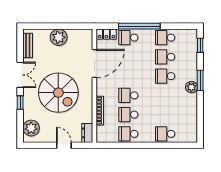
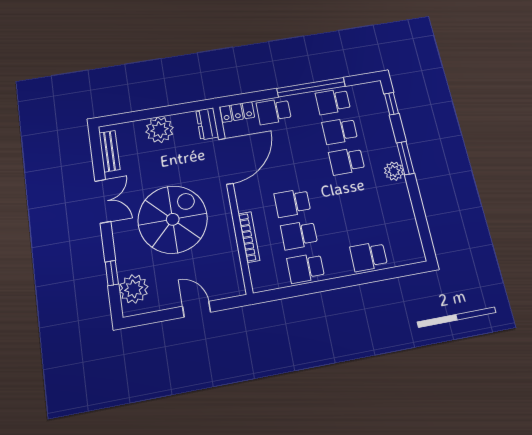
window: (139, 26) -> (311, 87), moved
spiral stairs: (58, 93) -> (173, 219), turned -90
window: (20, 103) -> (112, 273), moved
dresser: (87, 133) -> (207, 124), moved

